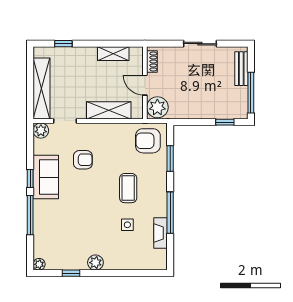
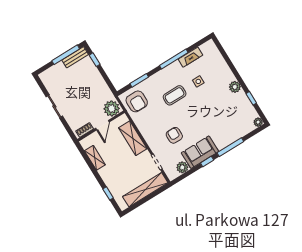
bench: (241, 69) -> (75, 57), moved
plant: (41, 131) -> (182, 167), moved

